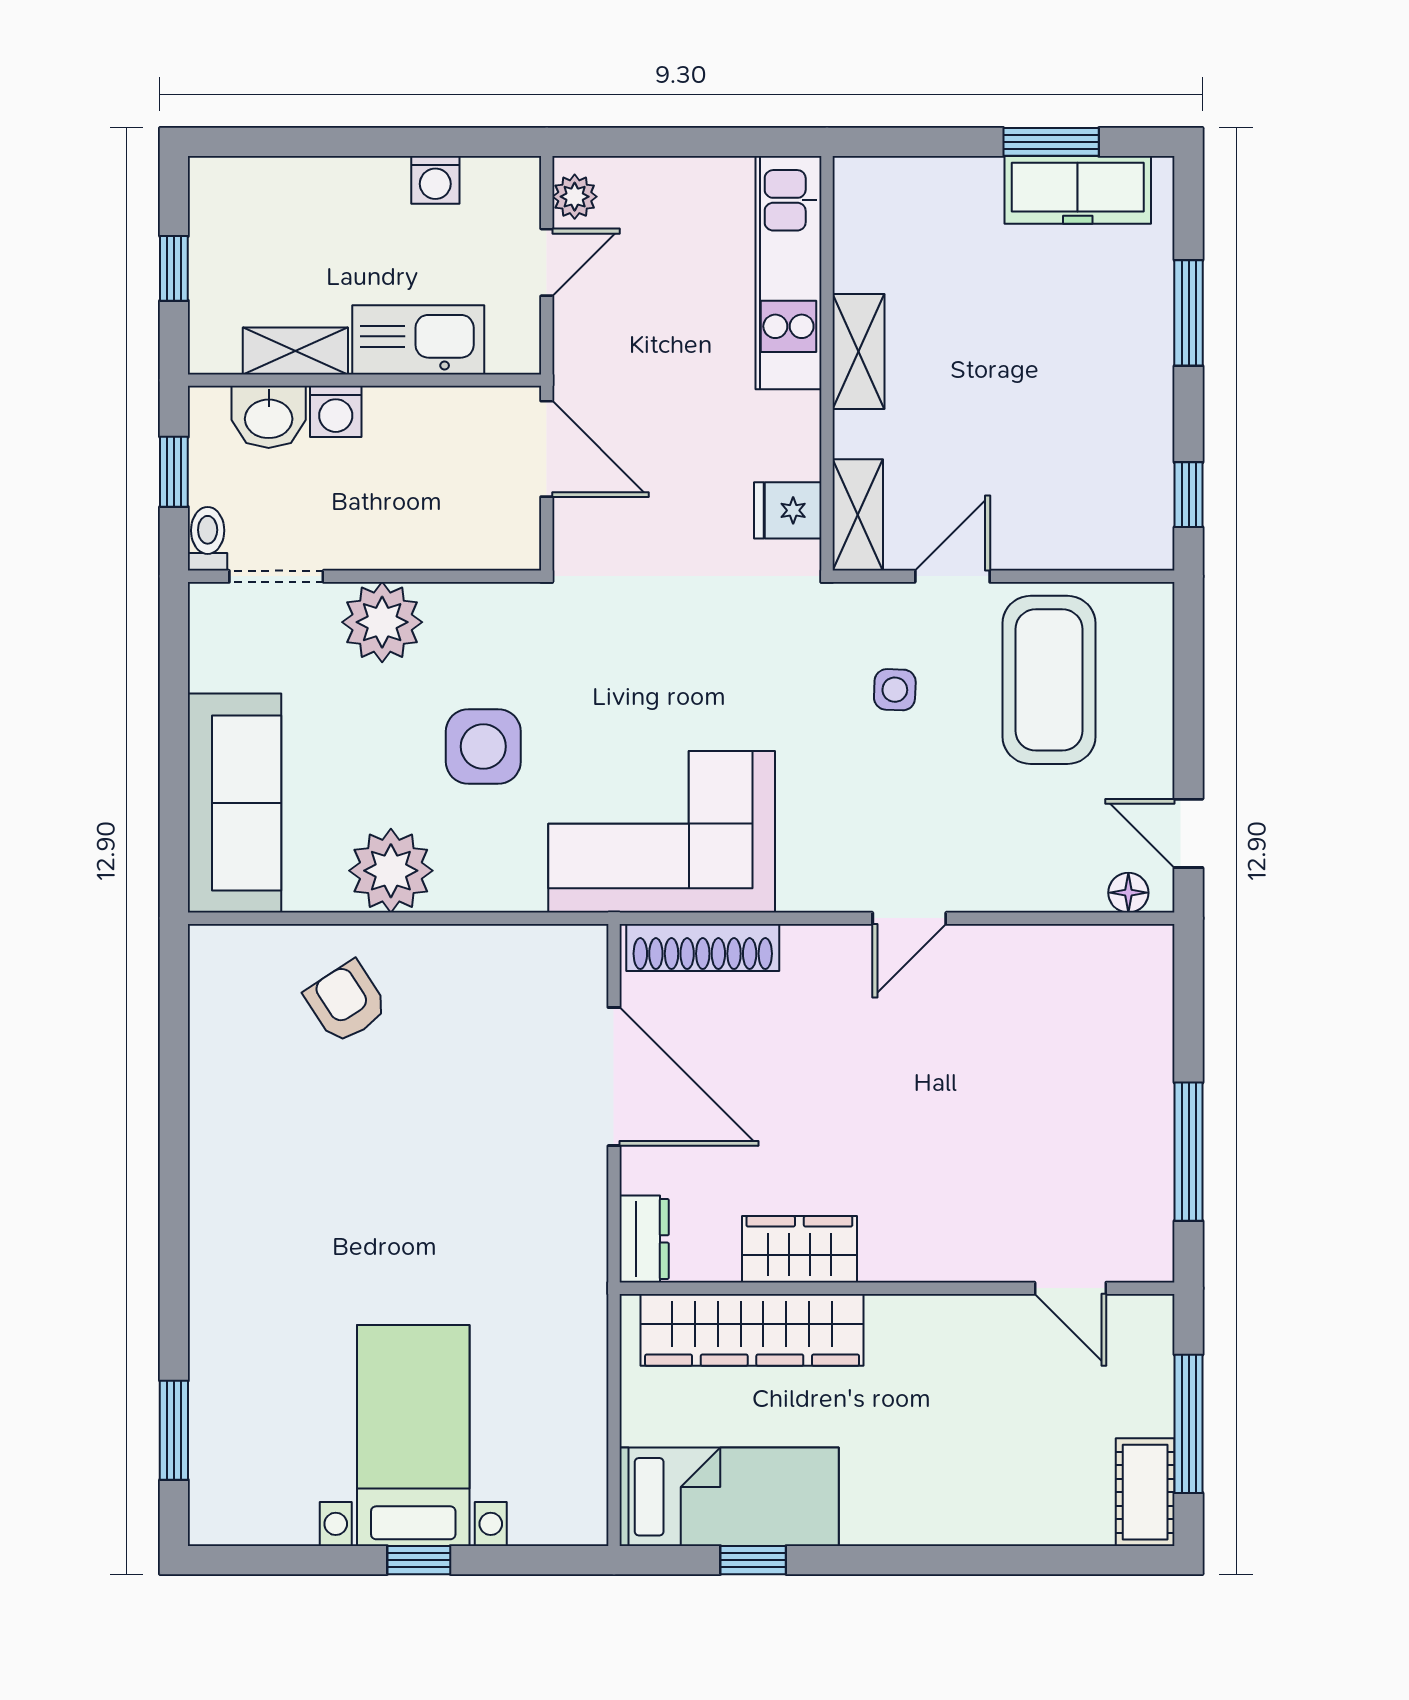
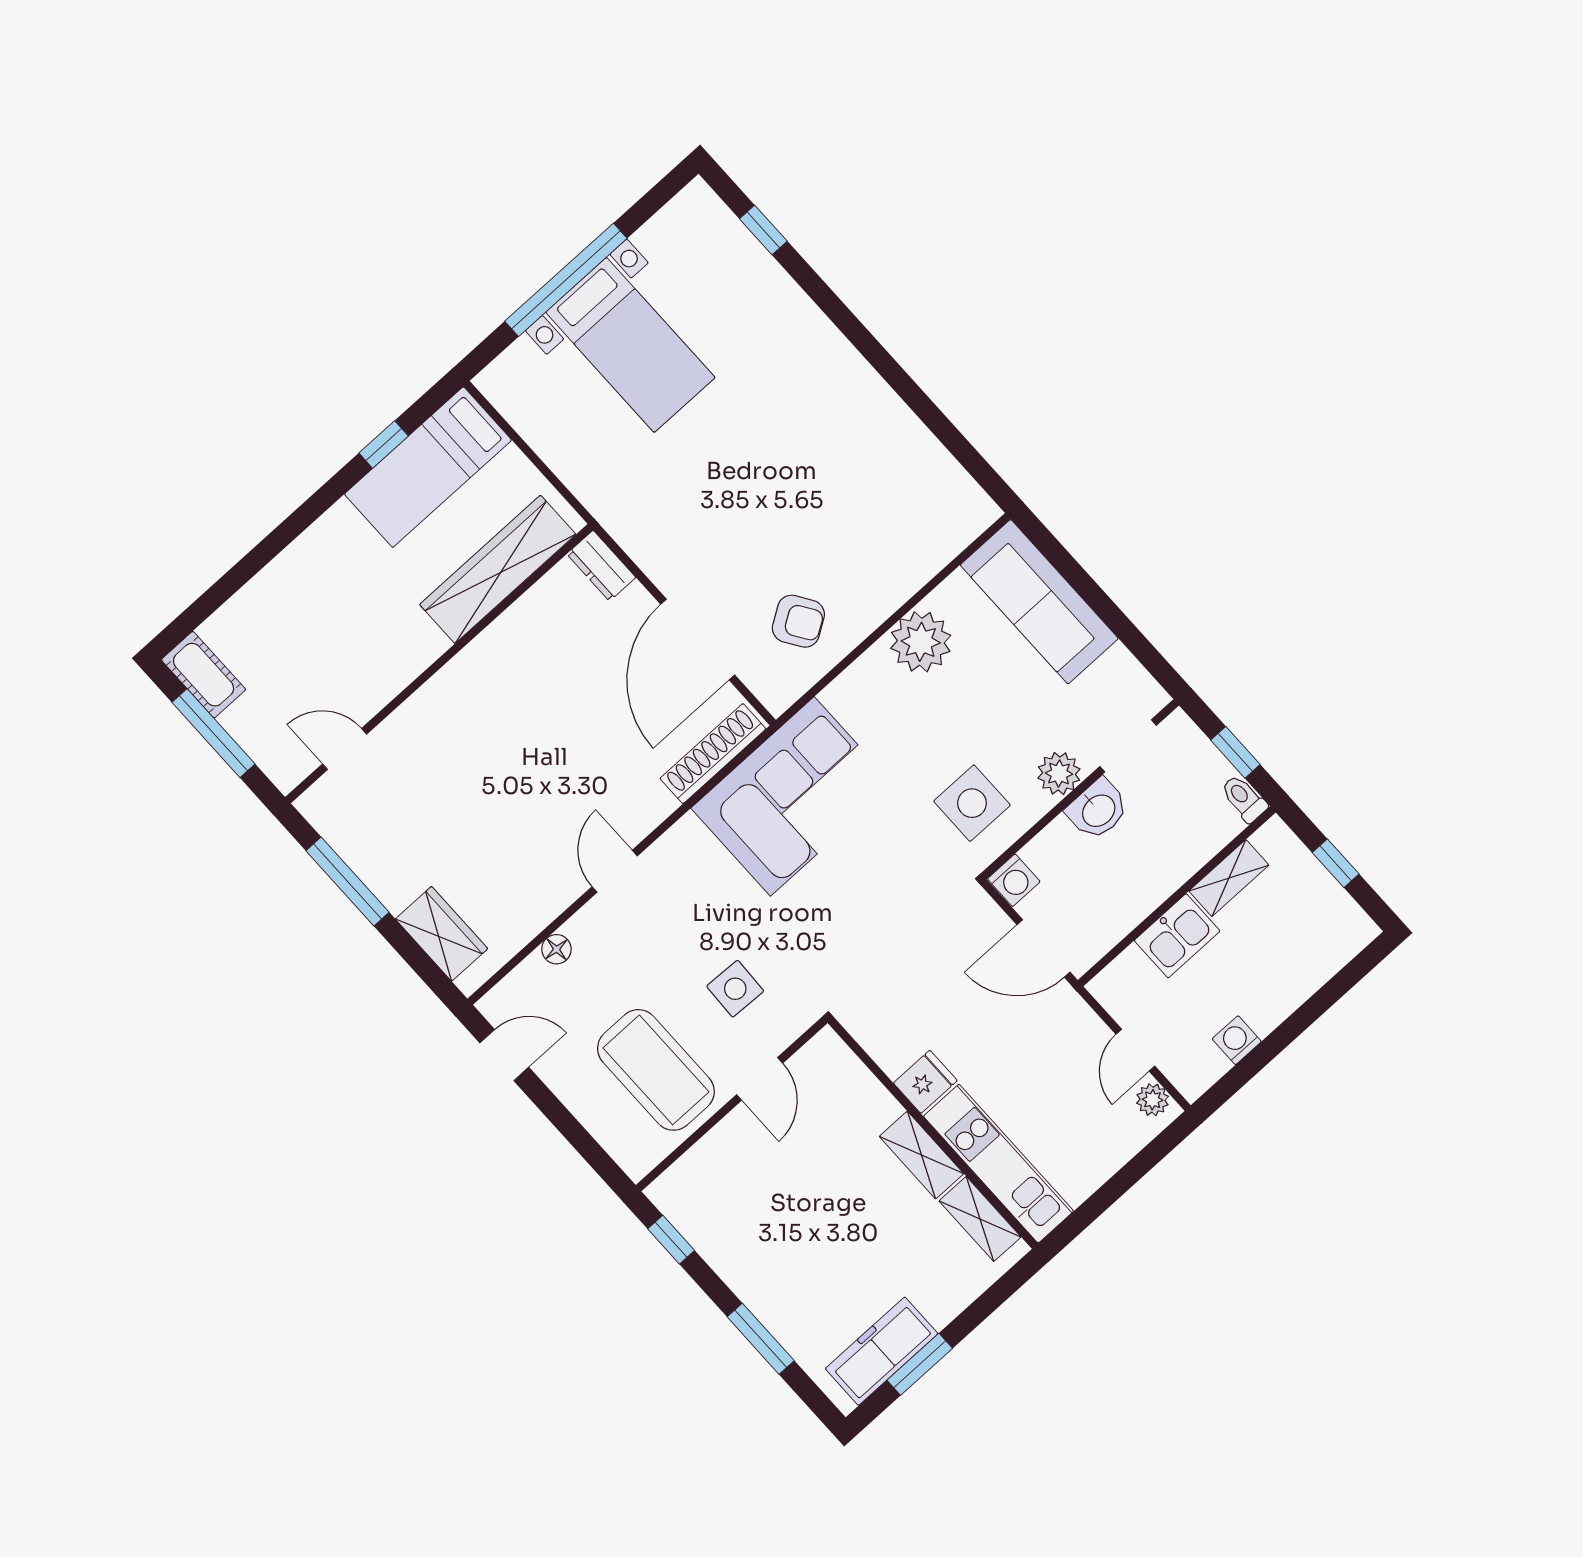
kitchen sink: (418, 340) -> (1177, 936), width x0.73
washing machine: (336, 411) -> (1014, 880), moved, turned 180
washbasin: (269, 417) -> (1098, 810), moved, turned 180
fridge: (788, 510) -> (925, 1082), moved
shelving: (858, 515) -> (980, 1219), moved
toilet: (208, 539) -> (1244, 798), moved, turned 180
plant: (382, 622) -> (1059, 773), width x0.73, depth x0.73
side table: (895, 690) -> (735, 989), width x1.37, depth x1.37
side table: (483, 746) -> (972, 803), moved
floor lamp: (1128, 893) -> (556, 949), moved
armchair: (346, 1002) -> (798, 621), moved
door: (614, 1077) -> (698, 639), hinge flipped
wardrobe: (799, 1249) -> (442, 934), moved, turned -90
window: (174, 1430) -> (763, 230), width x0.67
window: (419, 1560) -> (566, 280), width x3.17

